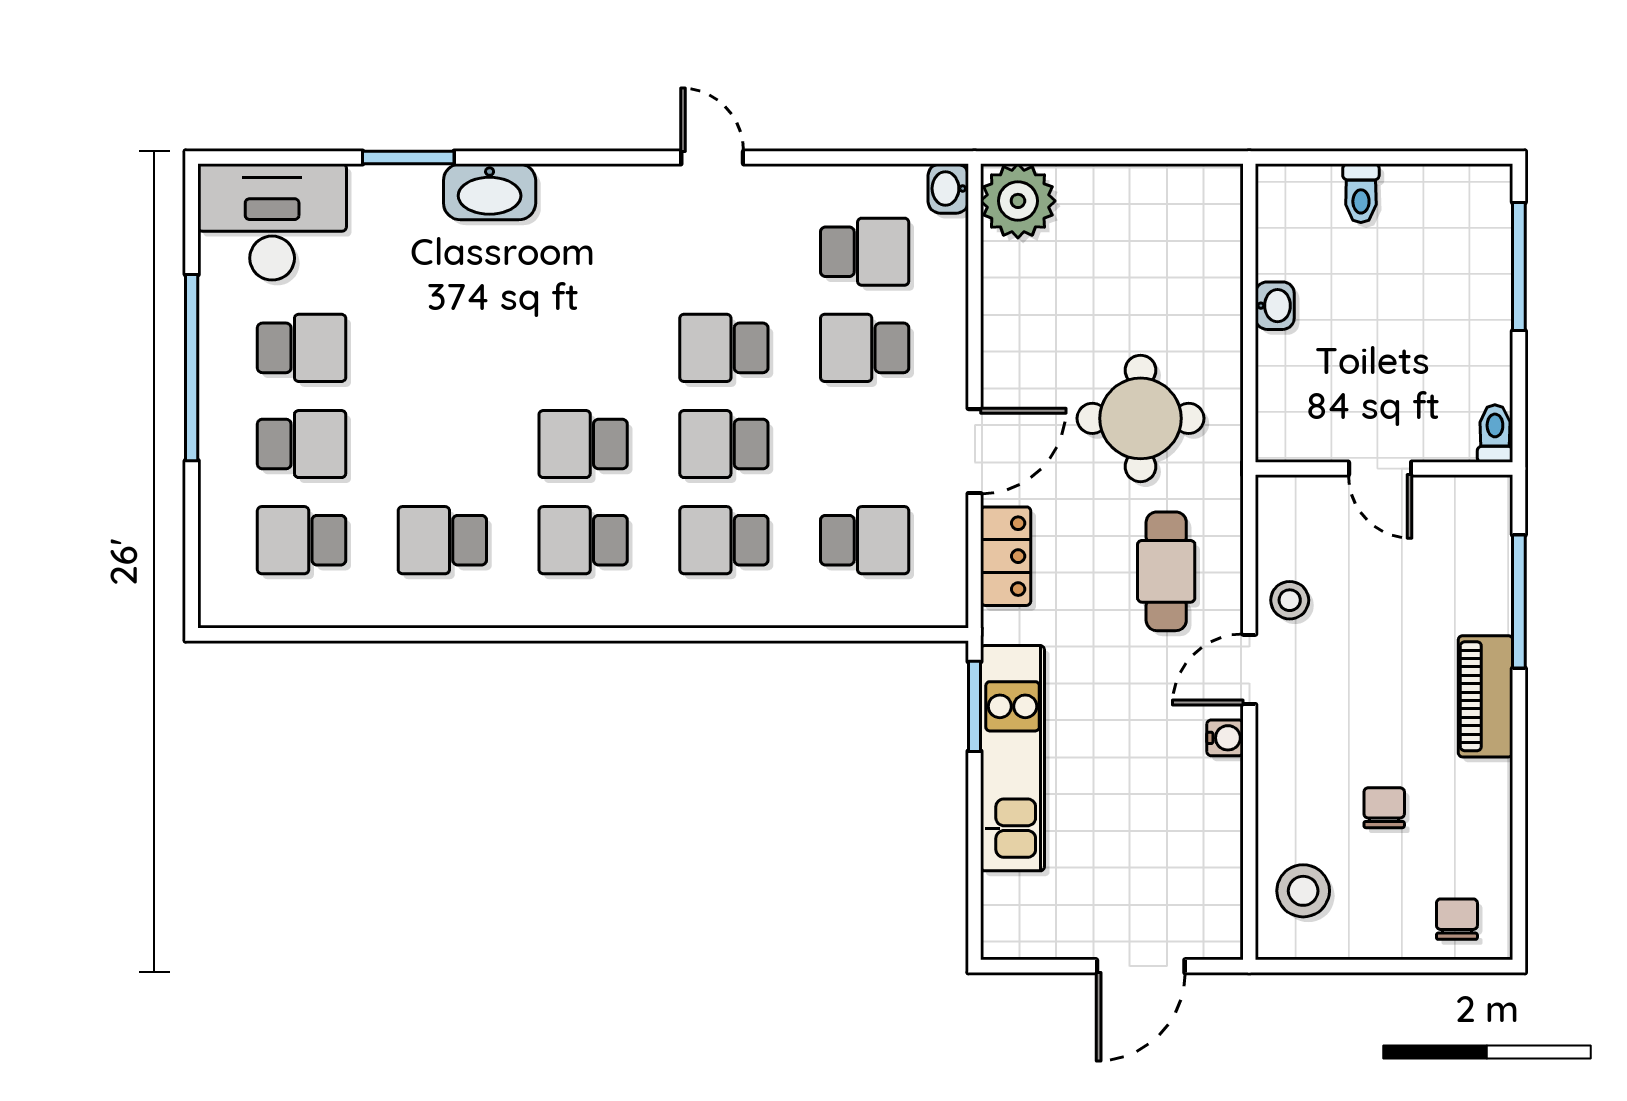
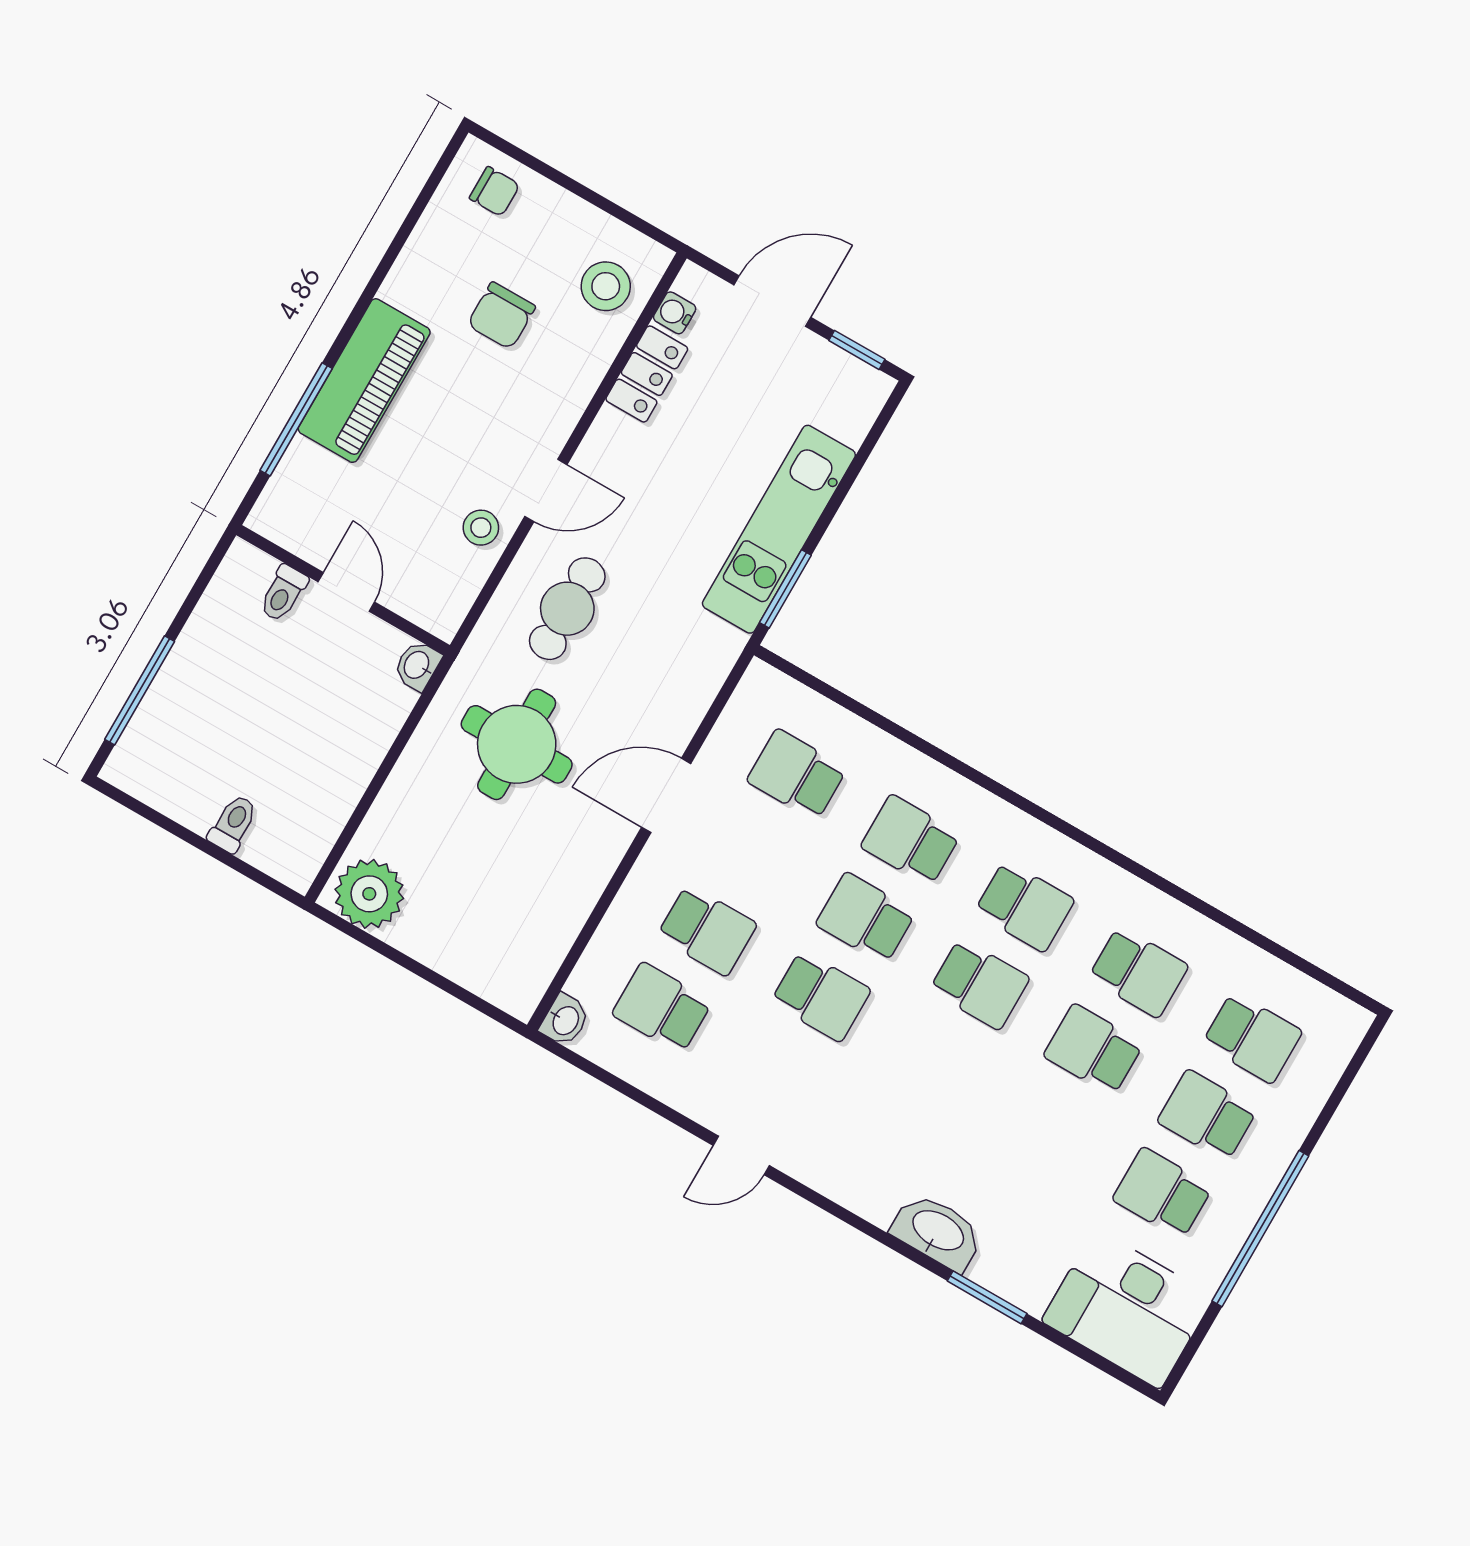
door: (712, 157) -> (741, 1155), hinge flipped
plant: (1018, 201) -> (369, 894), moved
washbasin: (1275, 306) -> (417, 665), moved
toilet: (1495, 434) -> (283, 593), moved
school desk: (442, 444) -> (1093, 1050), added
school desk: (724, 444) -> (866, 918), turned 180
school desk: (724, 540) -> (911, 840), turned 180
locker: (1006, 556) -> (647, 374), moved, turned 180
piano: (1485, 696) -> (364, 381), width x1.37, depth x1.33
water cooler: (1225, 738) -> (675, 313), moved
chair: (1384, 808) -> (501, 316), width x1.37, depth x1.37
chair: (1457, 919) -> (495, 192), turned -90
window: (1036, 966) -> (857, 350), added

